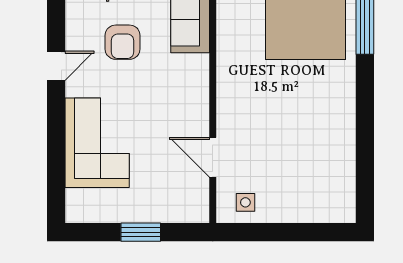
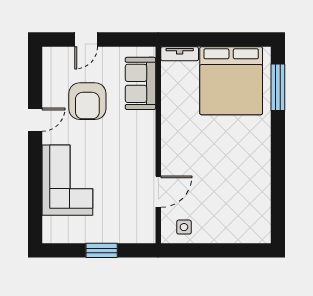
armchair: (123, 42) -> (87, 101), width x1.36, depth x1.36
door: (213, 157) -> (158, 192), swing flipped

